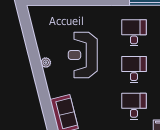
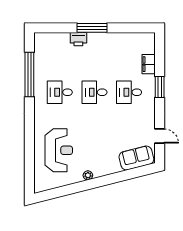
reception desk: (83, 55) -> (59, 150), moved, turned -90

